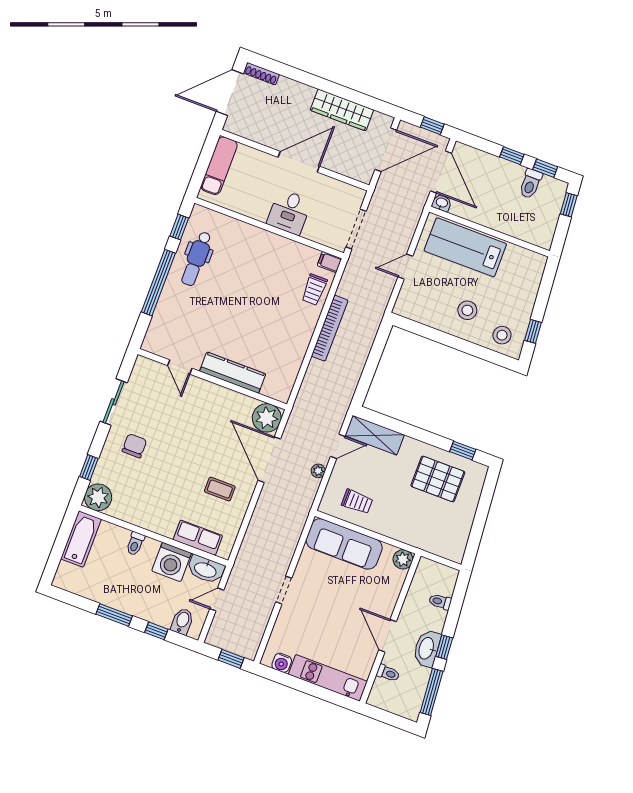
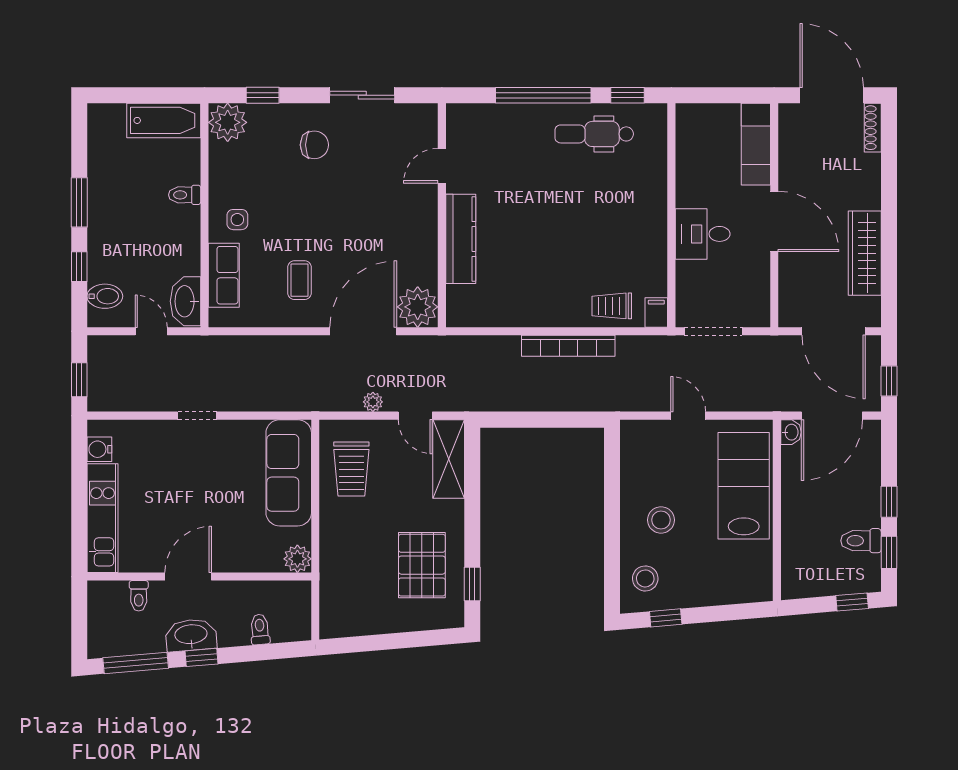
exam couch: (219, 166) -> (756, 144), moved, turned 90
trolley: (357, 502) -> (351, 469), width x1.36, depth x1.39
side table: (165, 515) -> (237, 220), added
washing machine: (172, 562) -> (178, 252), removed

